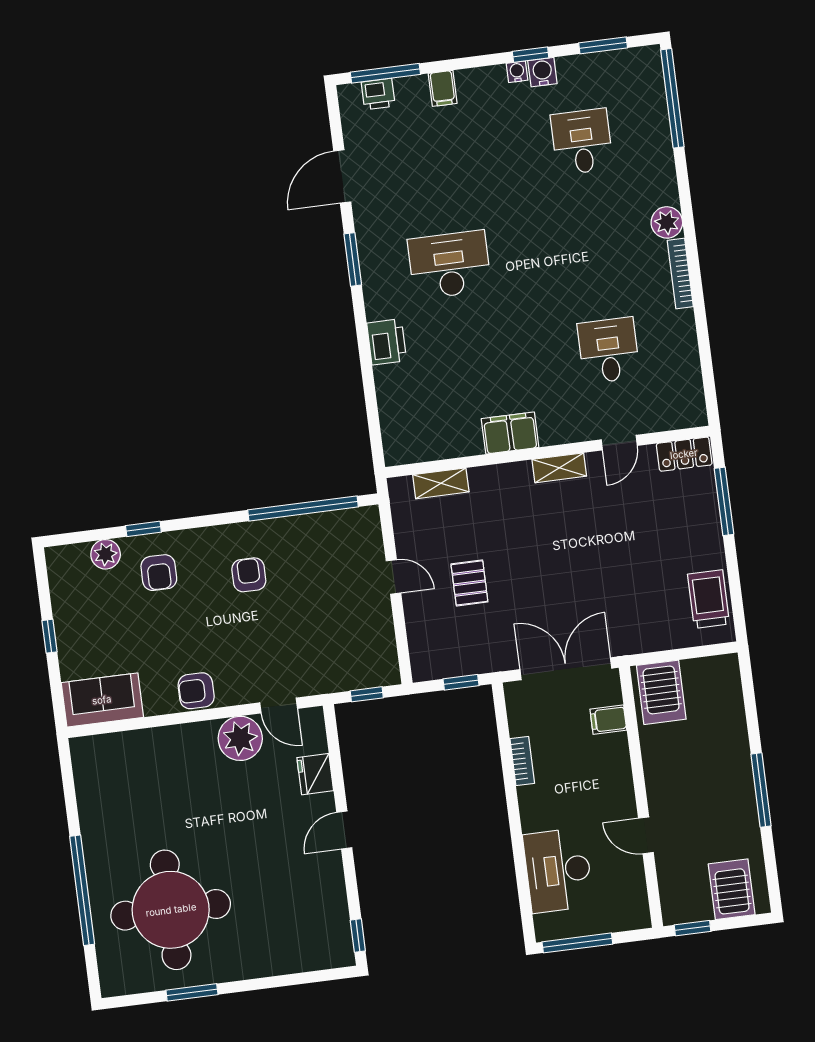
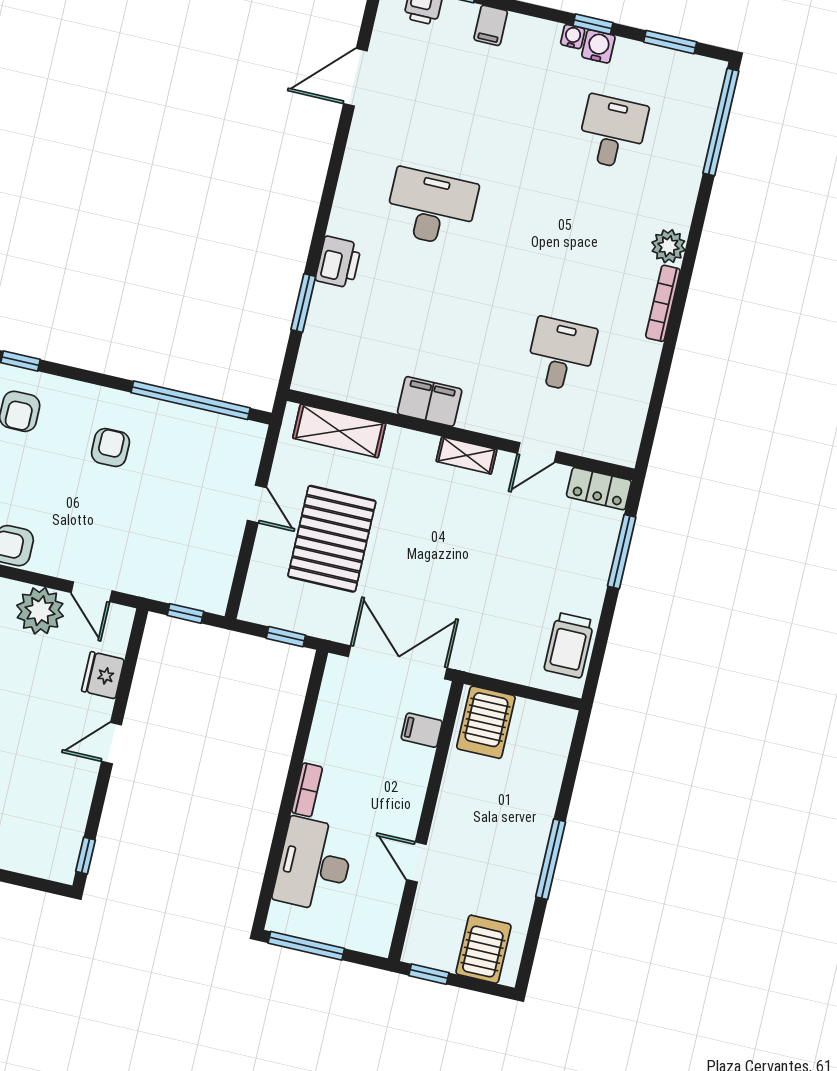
window: (353, 259) -> (303, 303), moved
shelving: (441, 483) -> (339, 431), width x1.50, depth x1.33
pallet: (469, 583) -> (332, 539), width x2.05, depth x2.00
trolley: (708, 599) -> (569, 645), turned 180
bookcase: (522, 761) -> (307, 790), moved

